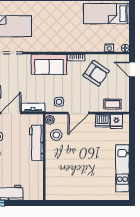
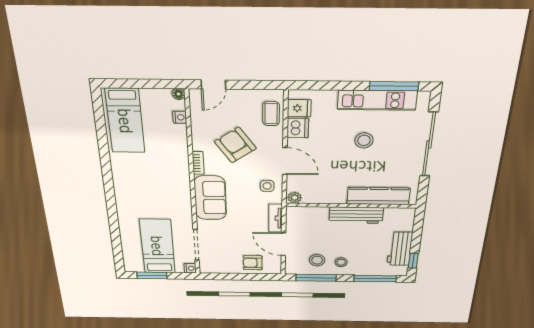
armchair: (96, 73) -> (235, 145), moved, turned -69
stool: (56, 135) -> (364, 140), moved
workbench: (36, 143) -> (356, 215), moved
kitchen counter: (52, 175) -> (378, 196), added
window: (132, 178) -> (394, 86), added
sliding door: (92, 203) -> (429, 144), added

